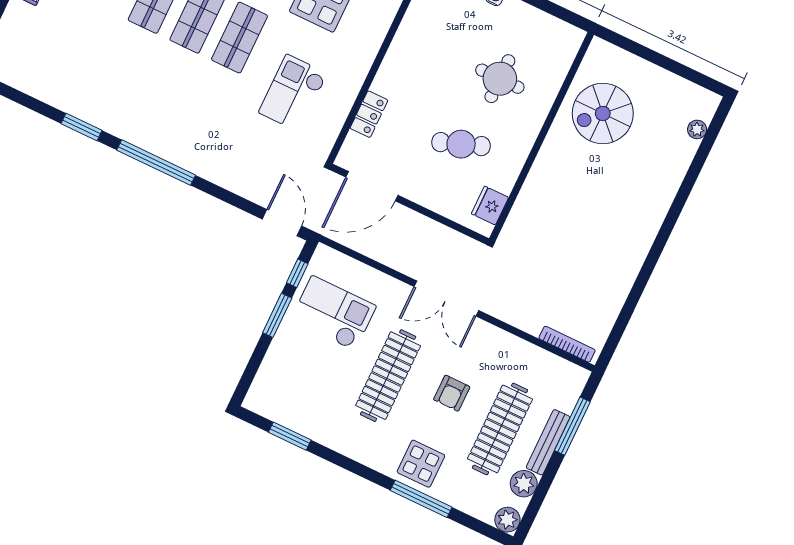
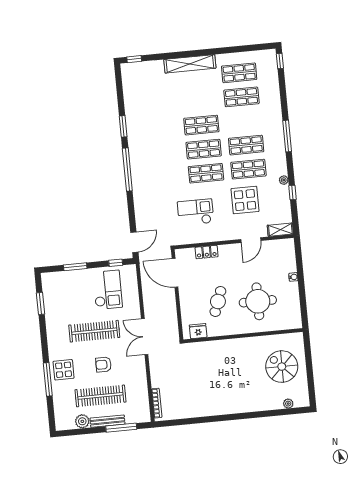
door: (393, 30) -> (251, 240), added
round table: (500, 79) -> (258, 301), width x1.36, depth x1.36
spiral stairs: (603, 113) -> (282, 367), moved
cafe table: (461, 144) -> (218, 301), turned 40
window: (277, 315) -> (75, 267), moved
plant: (507, 520) -> (62, 424), removed

